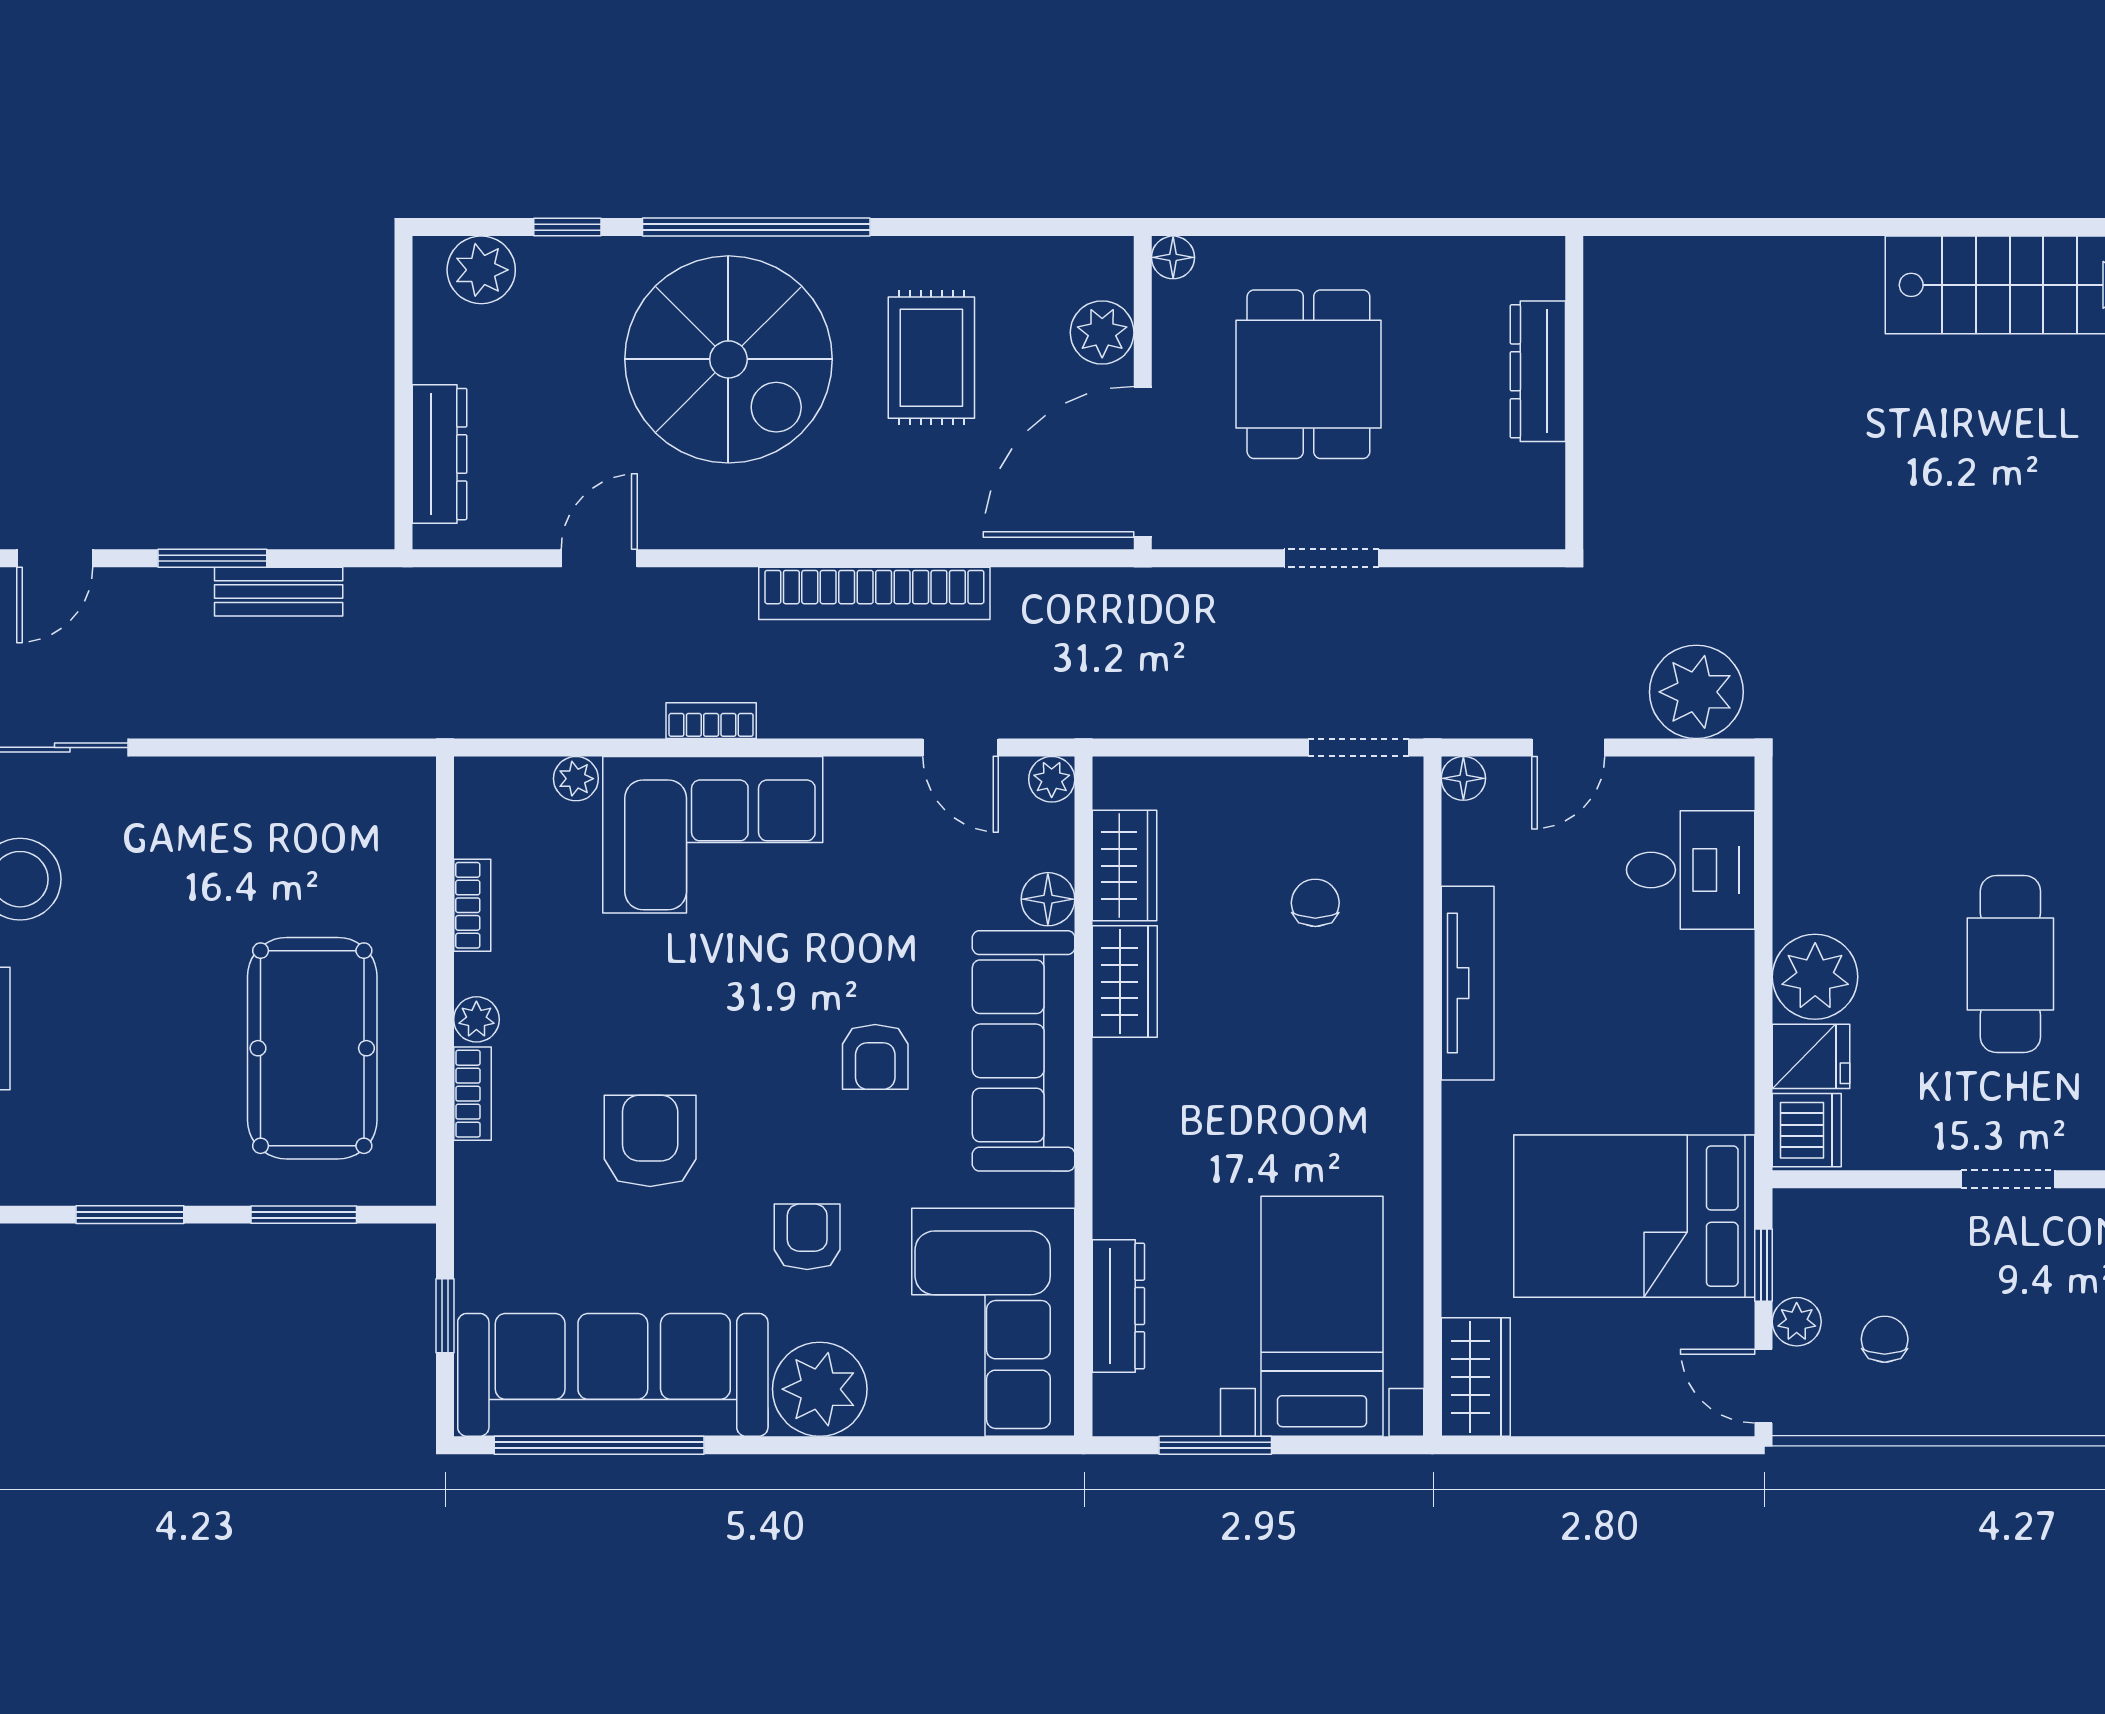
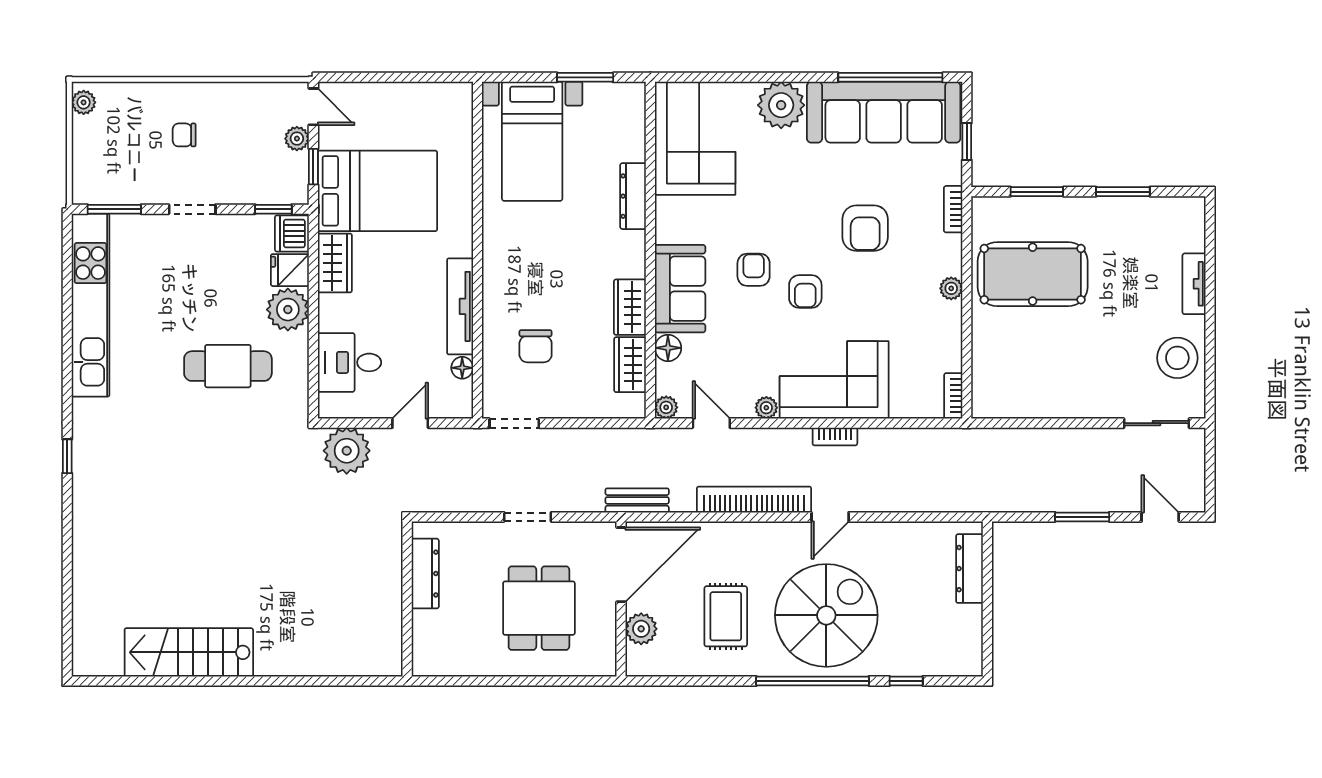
floor lamp: (1173, 257) -> (606, 666), removed
plant: (481, 270) -> (949, 660), removed
spiral stairs: (728, 359) -> (826, 615), turned 90
dresser: (1538, 371) -> (425, 574), moved
door: (55, 558) -> (1160, 517), hinge flipped
door: (599, 558) -> (830, 517), moved
bench: (279, 592) -> (637, 500), moved
floor lamp: (1463, 778) -> (462, 368), moved
plant: (576, 779) -> (766, 408), moved
chair: (1315, 903) -> (536, 346), width x1.37, depth x1.37
bookcase: (472, 905) -> (953, 396), moved
cafe table: (2010, 964) -> (228, 366), moved, turned 90
pool table: (312, 1048) -> (1033, 274), turned 90
sofa: (1024, 1051) -> (680, 289), width x0.73
bookcase: (472, 1094) -> (953, 209), moved
window: (1844, 1179) -> (273, 209), added
armchair: (807, 1237) -> (805, 291), moved
dresser: (1118, 1306) -> (633, 196), moved
chair: (1885, 1339) -> (184, 135), moved, turned 90
wardrobe: (1476, 1377) -> (335, 263), moved, turned 180

